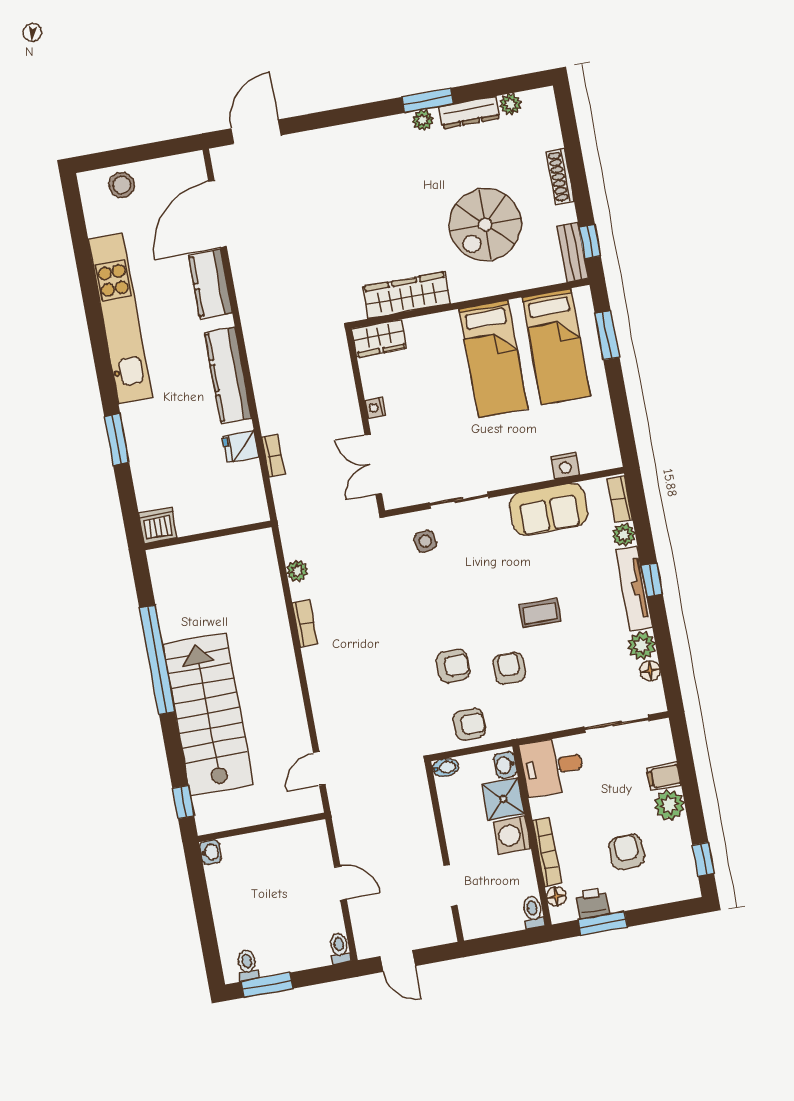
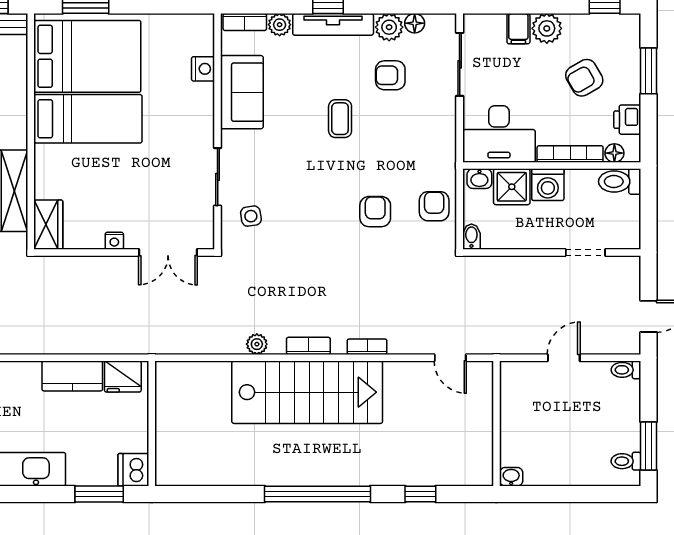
bed: (556, 347) -> (87, 56), width x1.50
kitchen counter: (228, 375) -> (72, 376), width x0.67
fridge: (241, 447) -> (123, 377), width x1.38
bookcase: (273, 456) -> (367, 347), moved
dishwasher: (158, 525) -> (133, 470), moved
wall: (208, 535) -> (152, 423), moved
armchair: (509, 668) -> (390, 75), moved
stairs: (208, 715) -> (307, 392), moved, turned 180
desk: (552, 766) -> (499, 134), width x1.37
window: (183, 802) -> (420, 494), moved
armchair: (627, 852) -> (584, 78), turned -30
toilet: (533, 912) -> (620, 182), width x1.37, depth x1.39
window: (603, 923) -> (649, 71), moved

